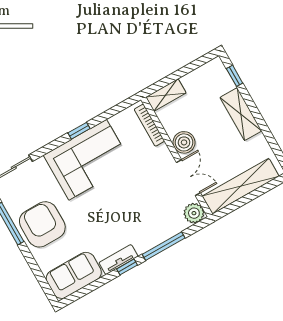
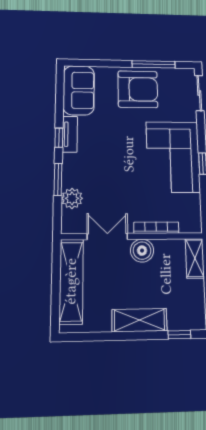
bookcase: (149, 125) -> (156, 228), moved
double door: (188, 178) -> (107, 237), swing flipped
plant: (194, 213) -> (72, 198), moved
window: (164, 246) -> (58, 179), width x0.69

